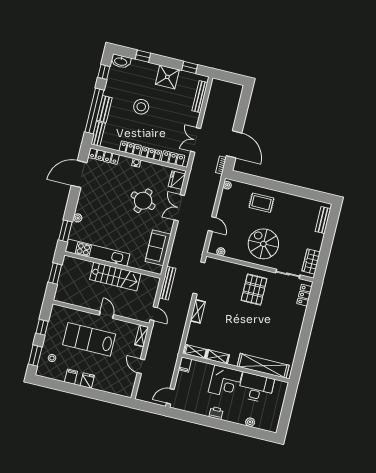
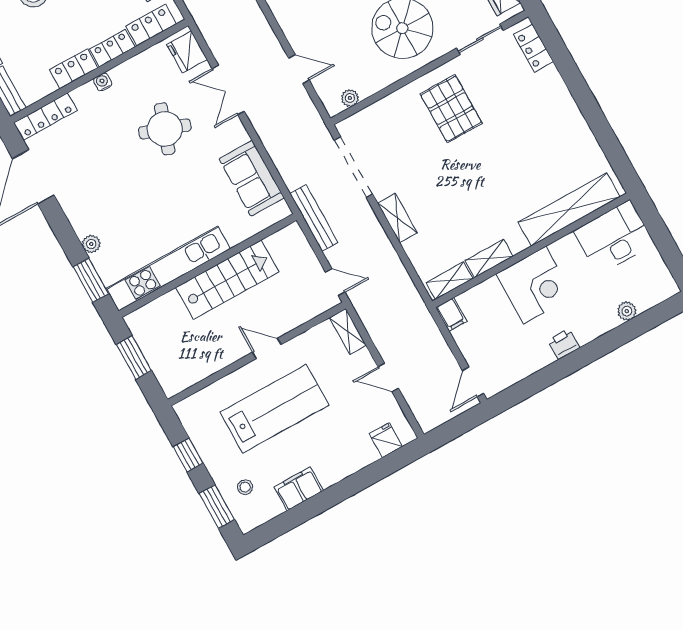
lab bench: (89, 339) -> (275, 409), turned 180
filing cabinet: (71, 377) -> (299, 489), width x2.00
fridge: (87, 381) -> (386, 440), moved
desk: (256, 388) -> (614, 237), moved

